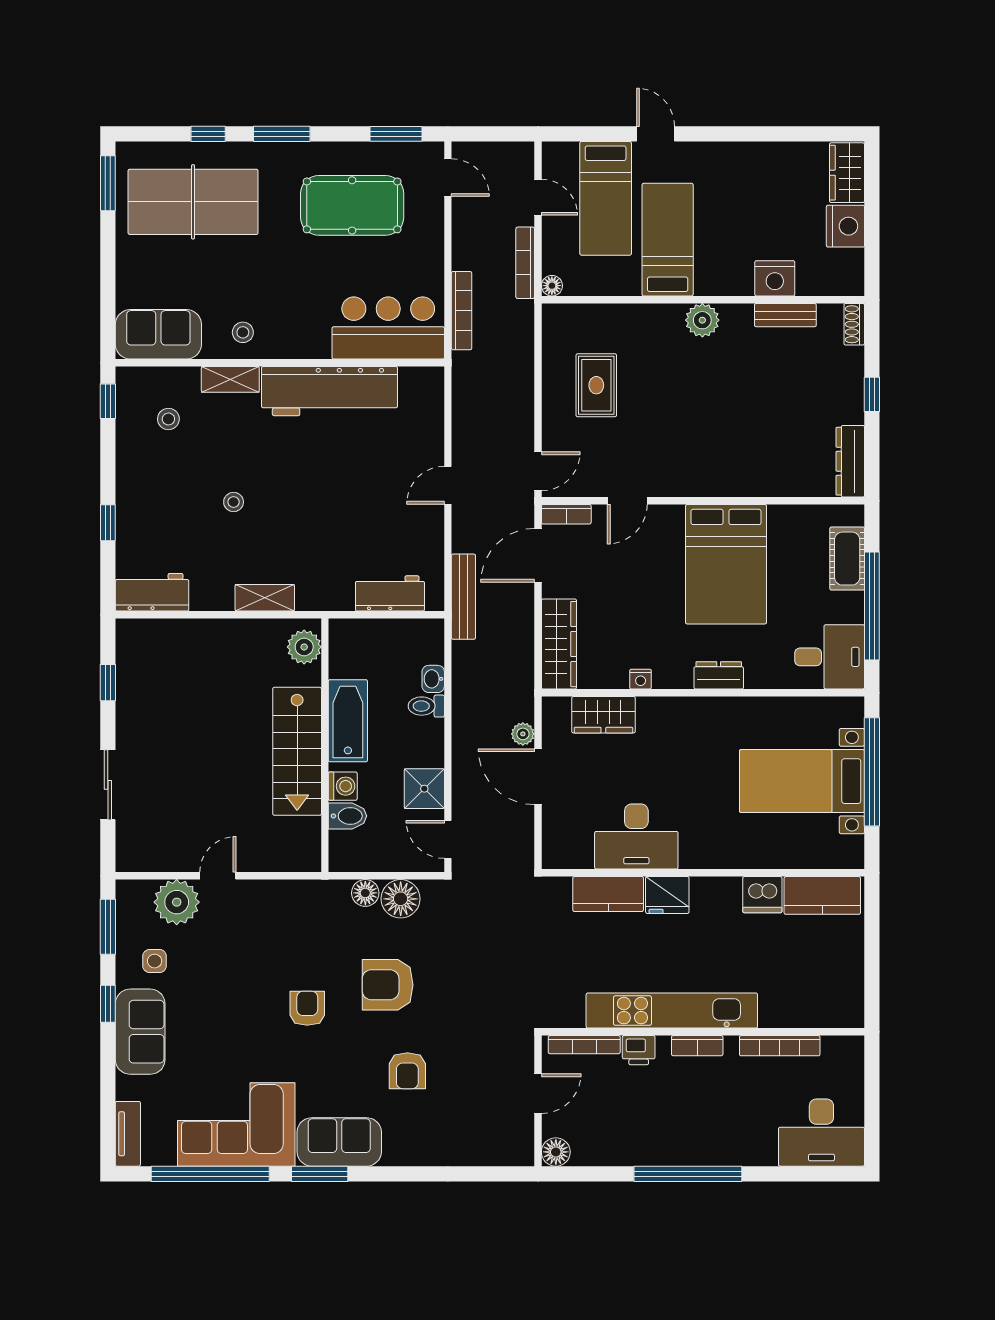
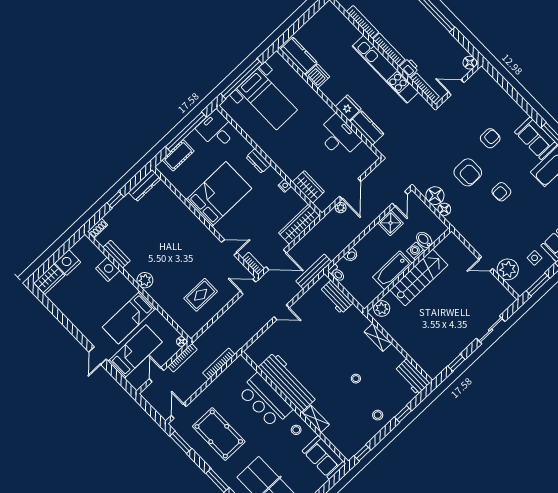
bar counter: (388, 328) -> (265, 400), moved
stool: (168, 419) -> (378, 415), moved
toilet: (426, 706) -> (337, 273), moved
bookcase: (697, 1046) -> (389, 49), width x1.56

